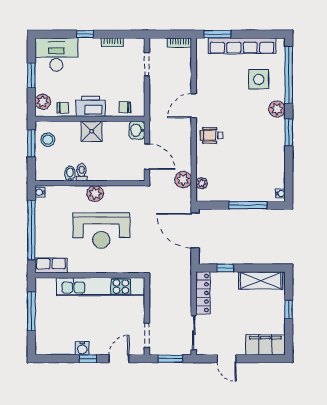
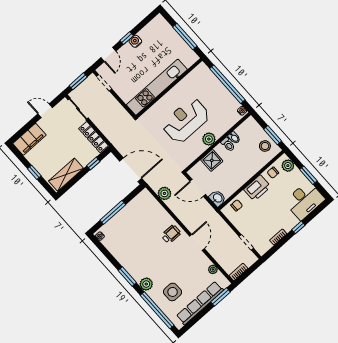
shower: (92, 131) -> (212, 160), moved
plant: (202, 183) -> (213, 269), moved
row of seats: (51, 265) -> (197, 74), removed

